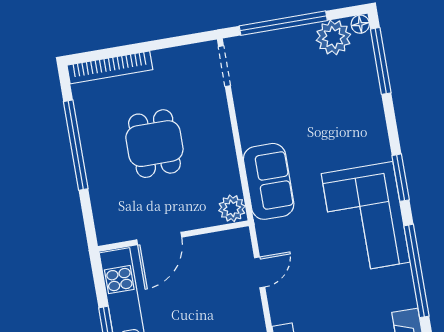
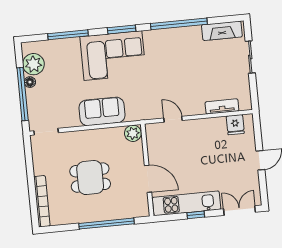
floor lamp: (360, 24) -> (30, 82), moved
window: (381, 61) -> (68, 35), moved
window: (76, 145) -> (107, 224), moved
sofa: (269, 181) -> (102, 111), moved
corner sofa: (366, 218) -> (113, 56), moved

